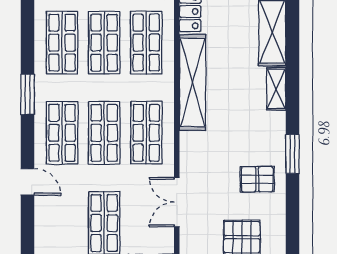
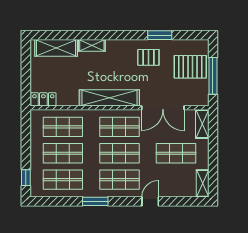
shelving: (192, 82) -> (109, 98), moved
window: (292, 154) -> (160, 35), moved
pallet: (257, 179) -> (148, 57), turned 90
double door: (177, 202) -> (163, 108), width x1.37

